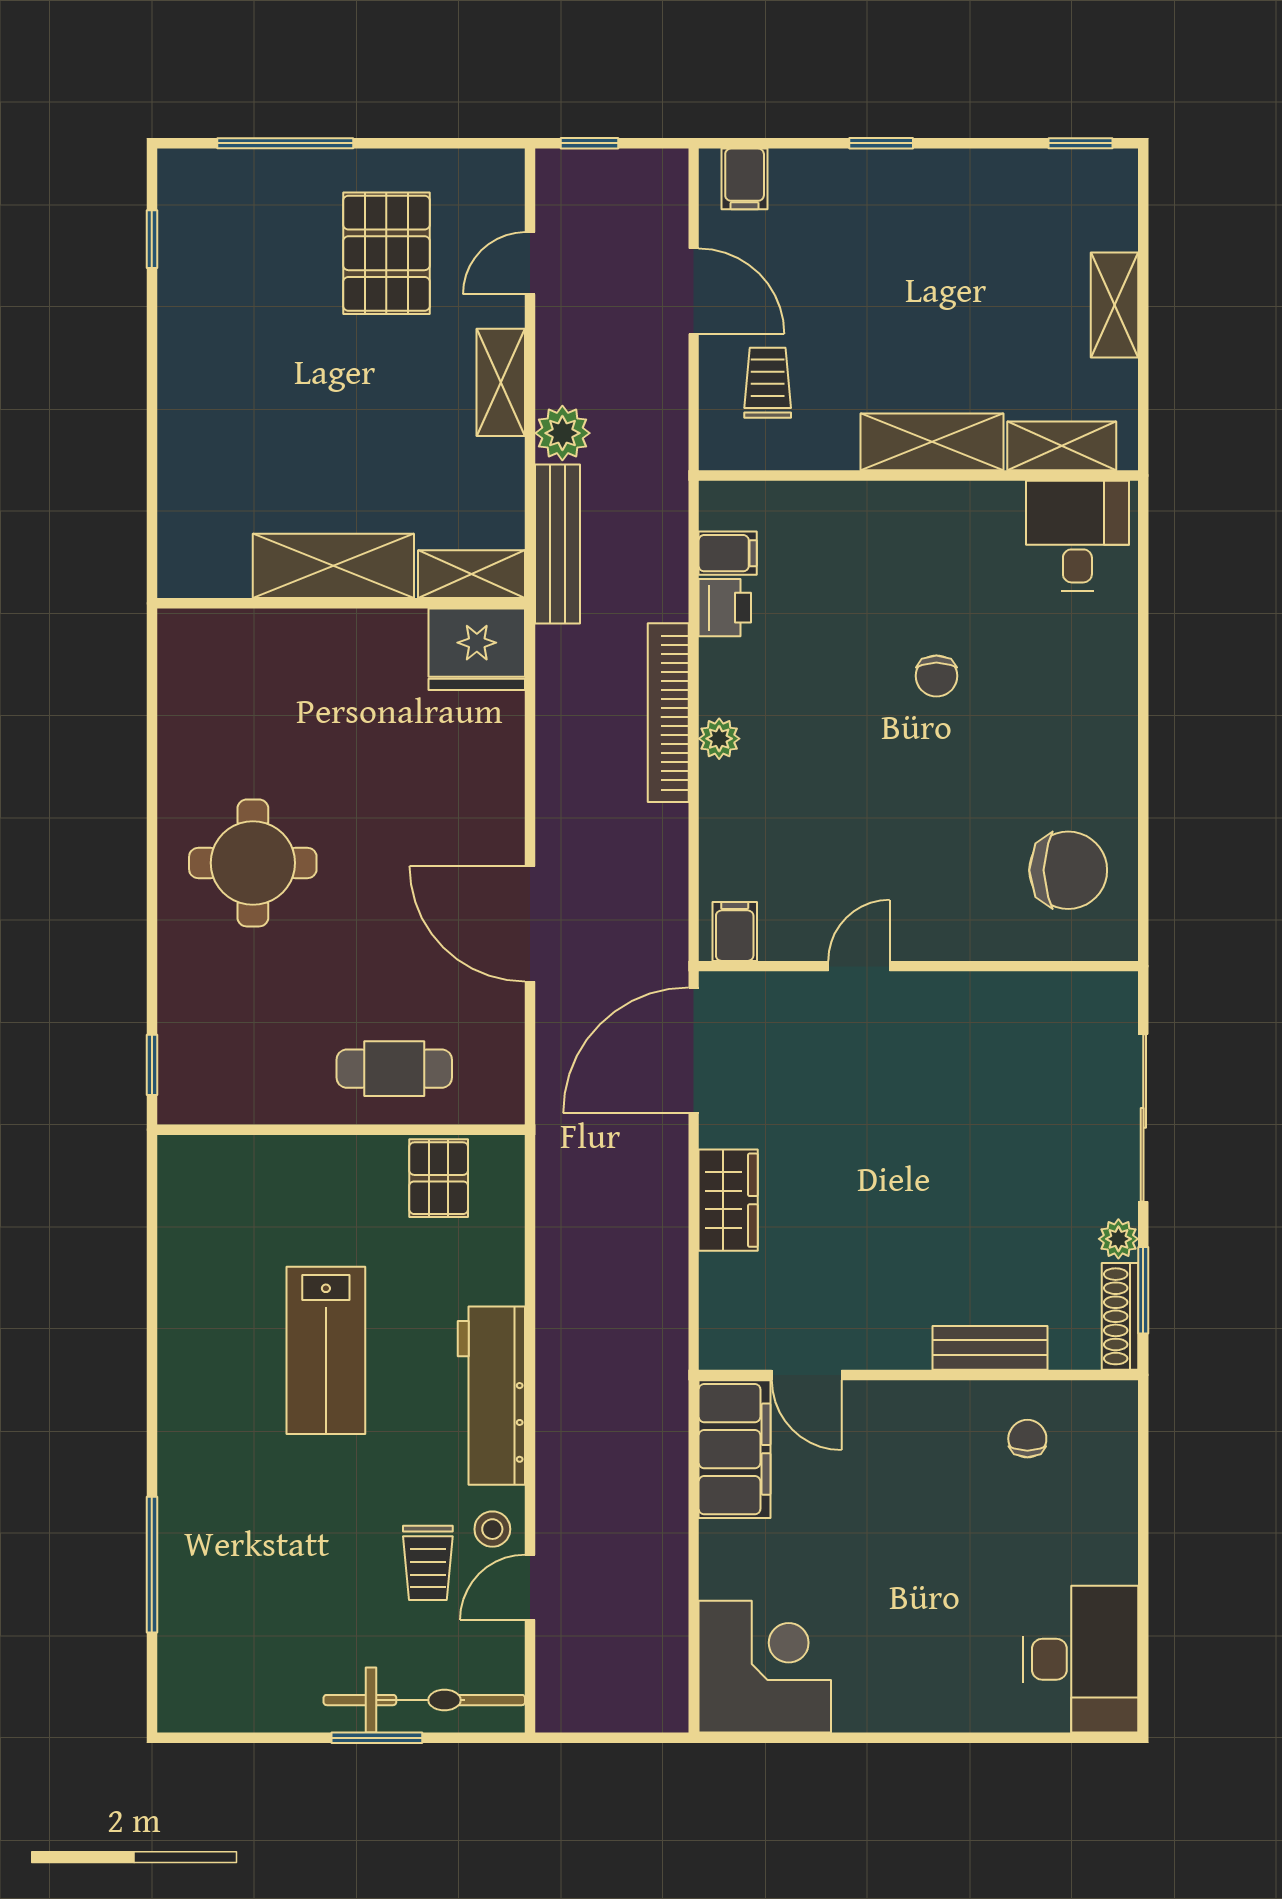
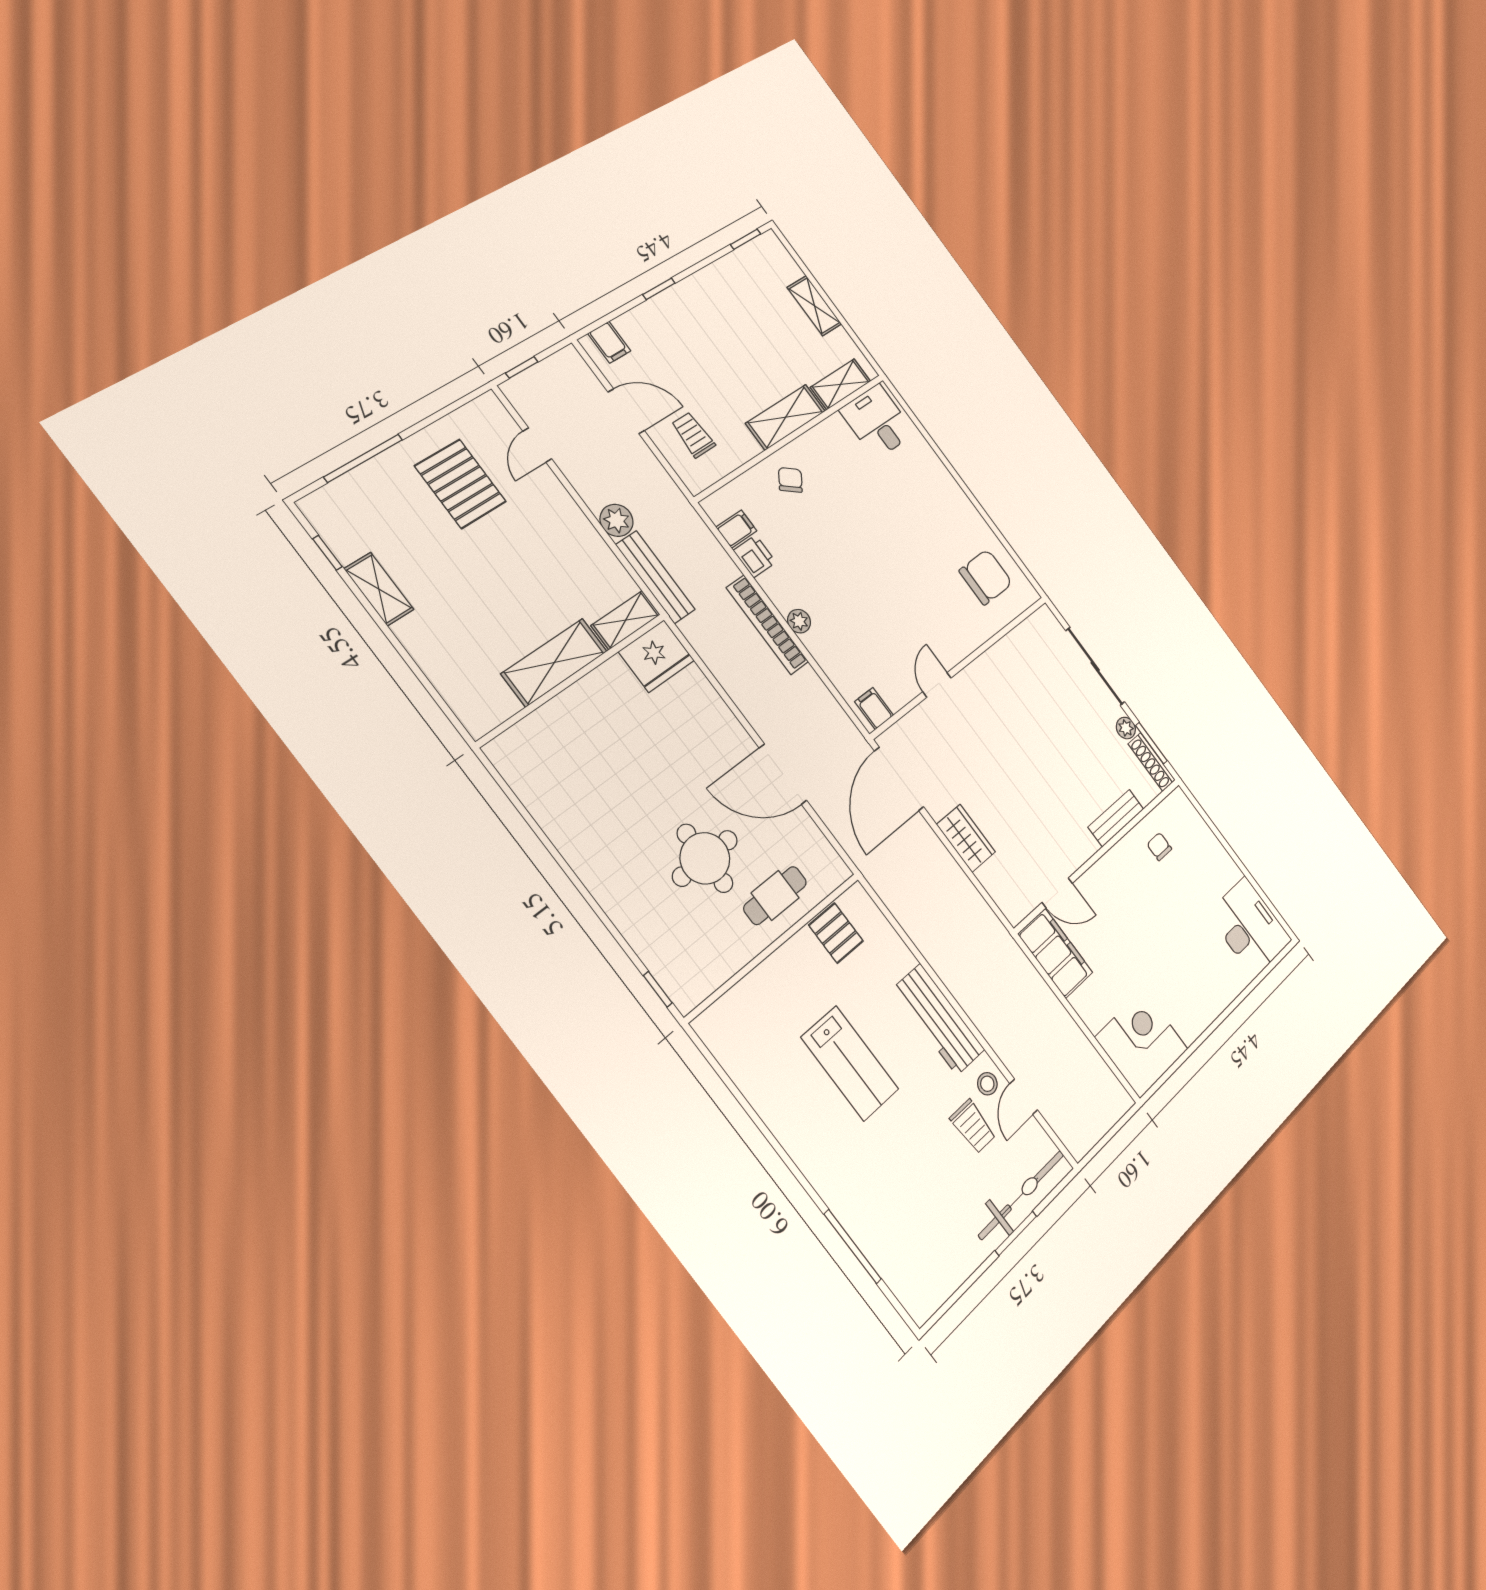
shelving: (501, 382) -> (379, 589), moved
chair: (936, 676) -> (790, 480), moved, turned -143
round table: (253, 863) -> (705, 858), moved

